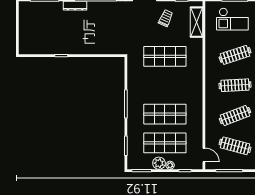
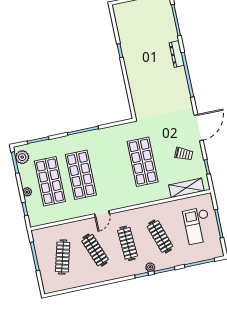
door: (204, 155) -> (102, 214), moved
plant: (159, 163) -> (22, 157), moved

